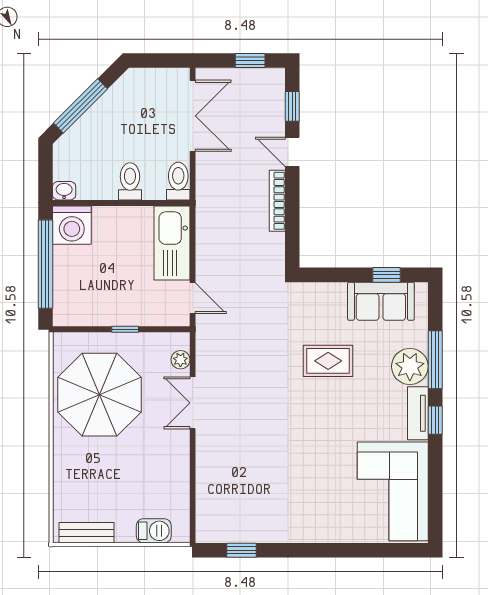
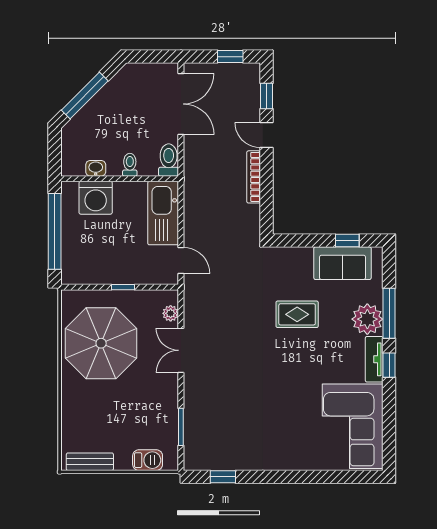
toilet: (130, 181) -> (130, 165), width x0.73, depth x0.72
washbasin: (64, 191) -> (96, 168), moved
washing machine: (72, 225) -> (96, 198), moved
window: (193, 492) -> (181, 427), added

